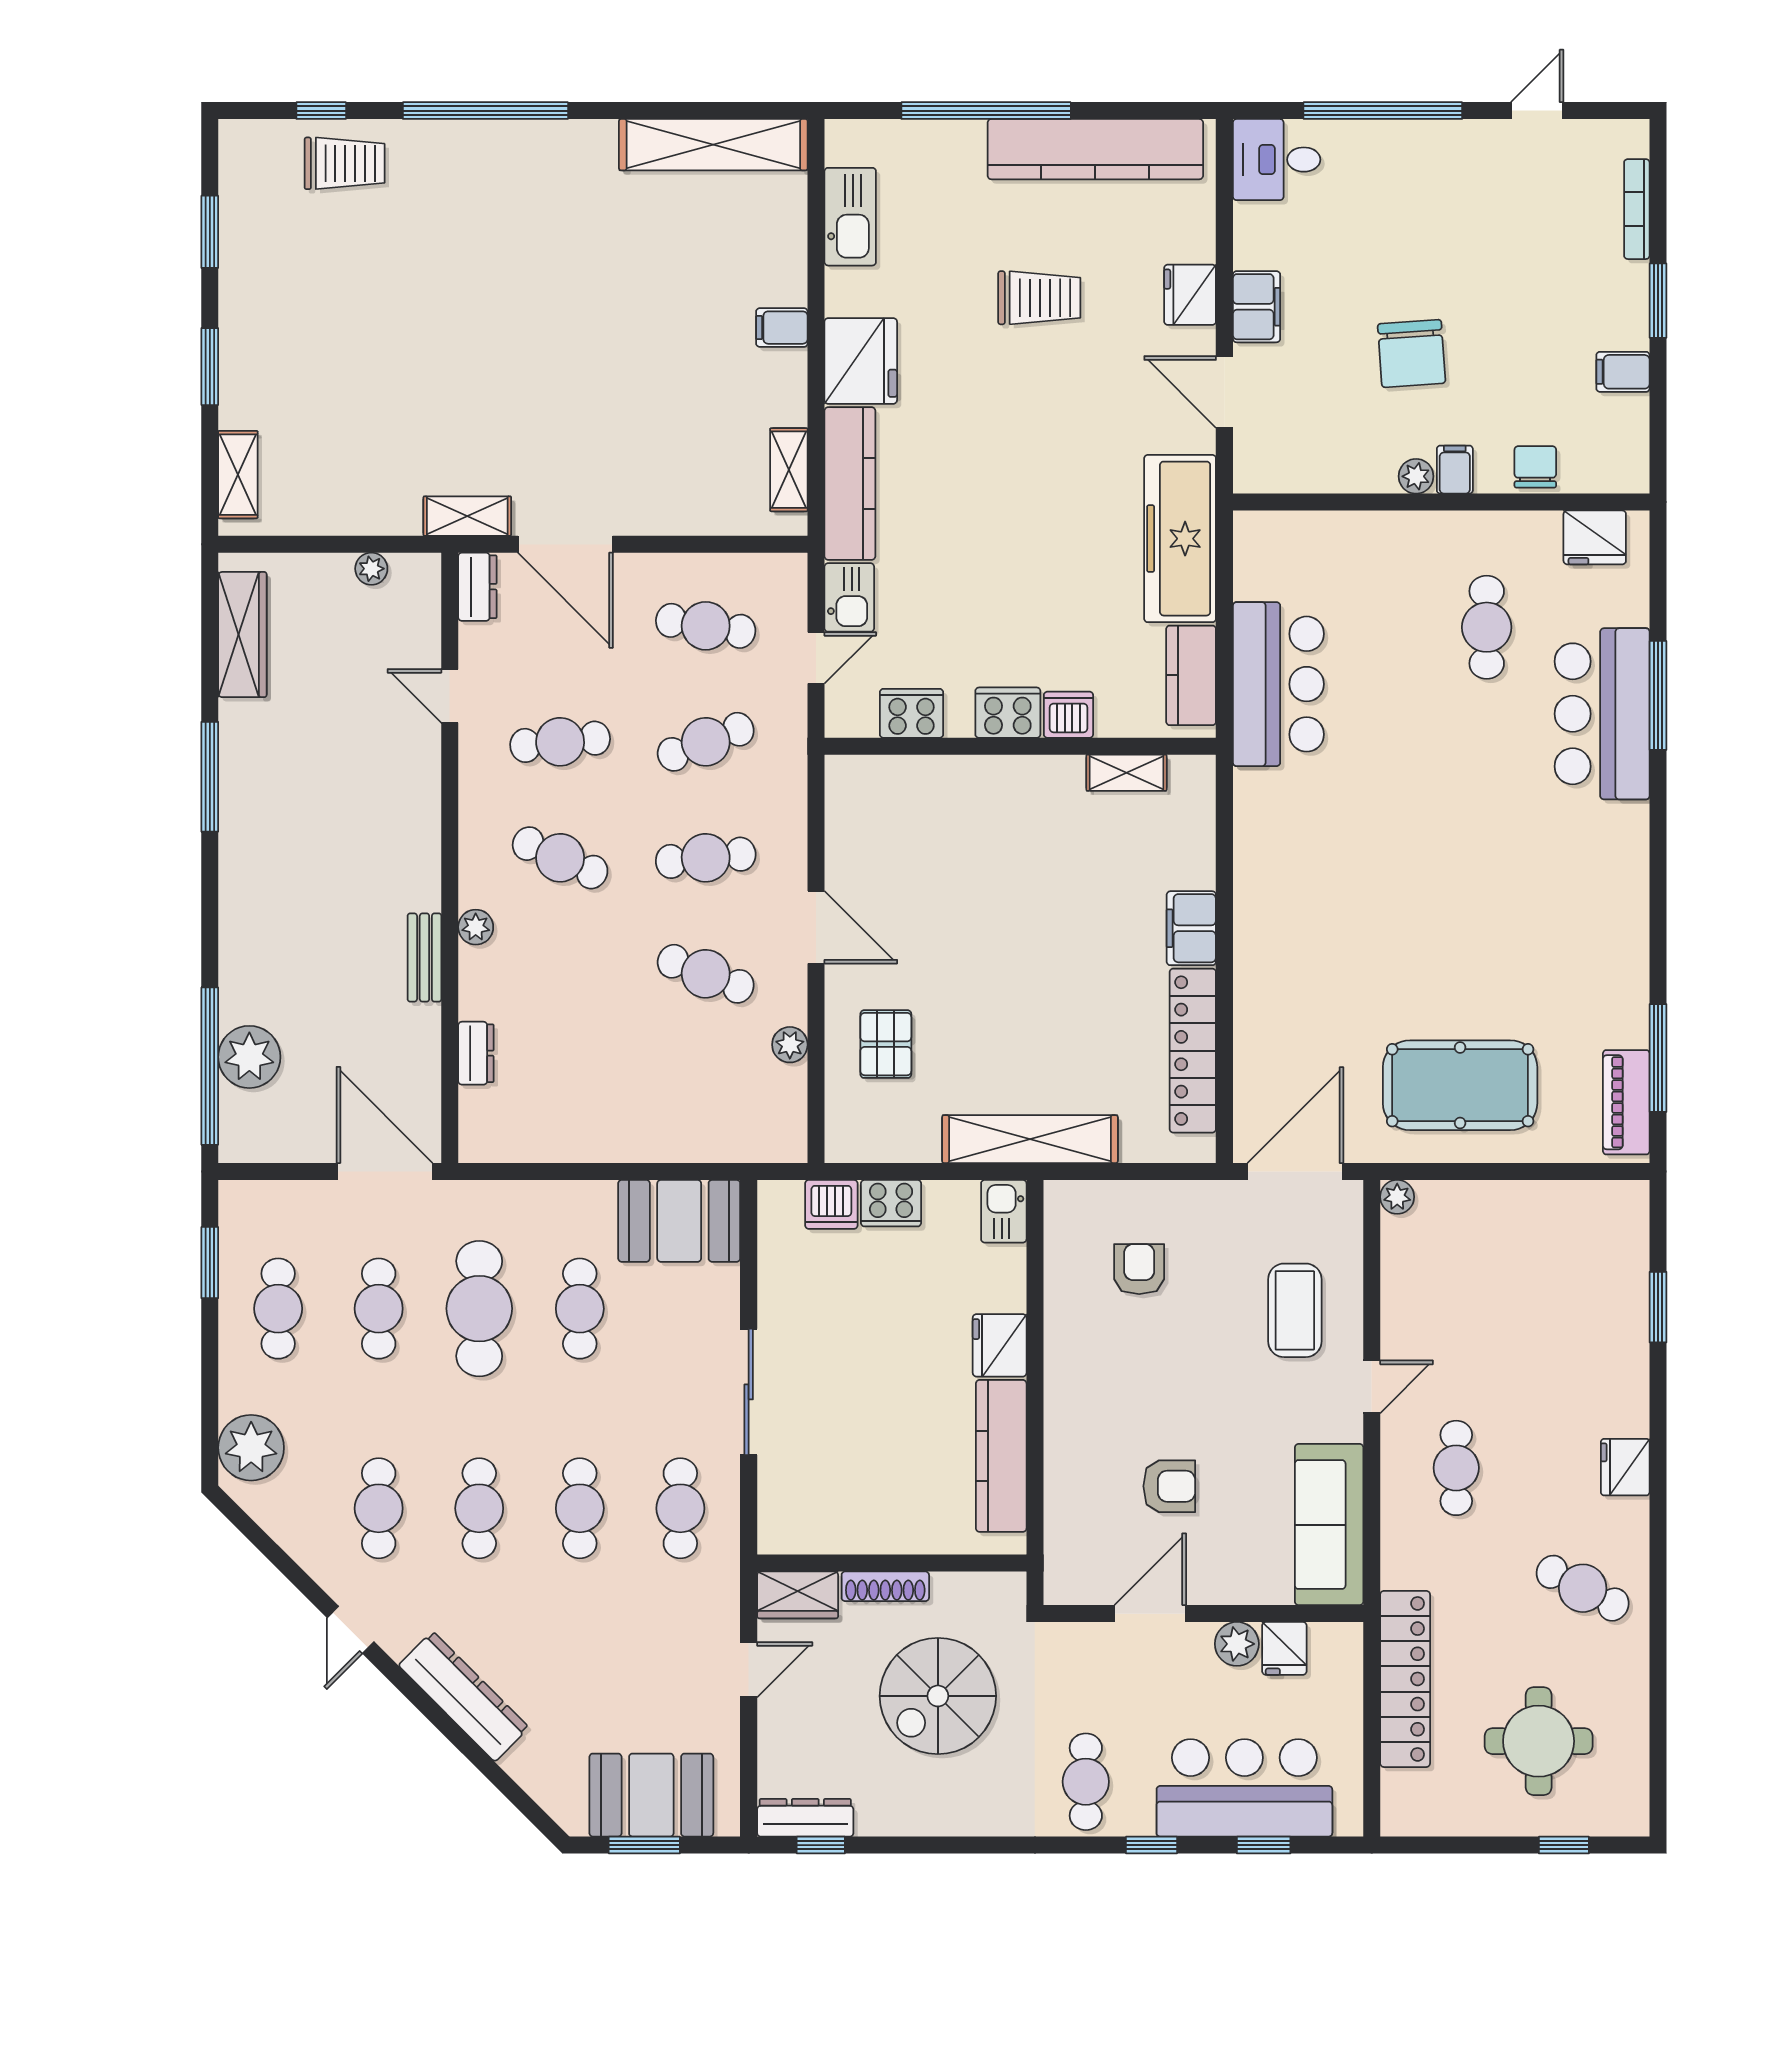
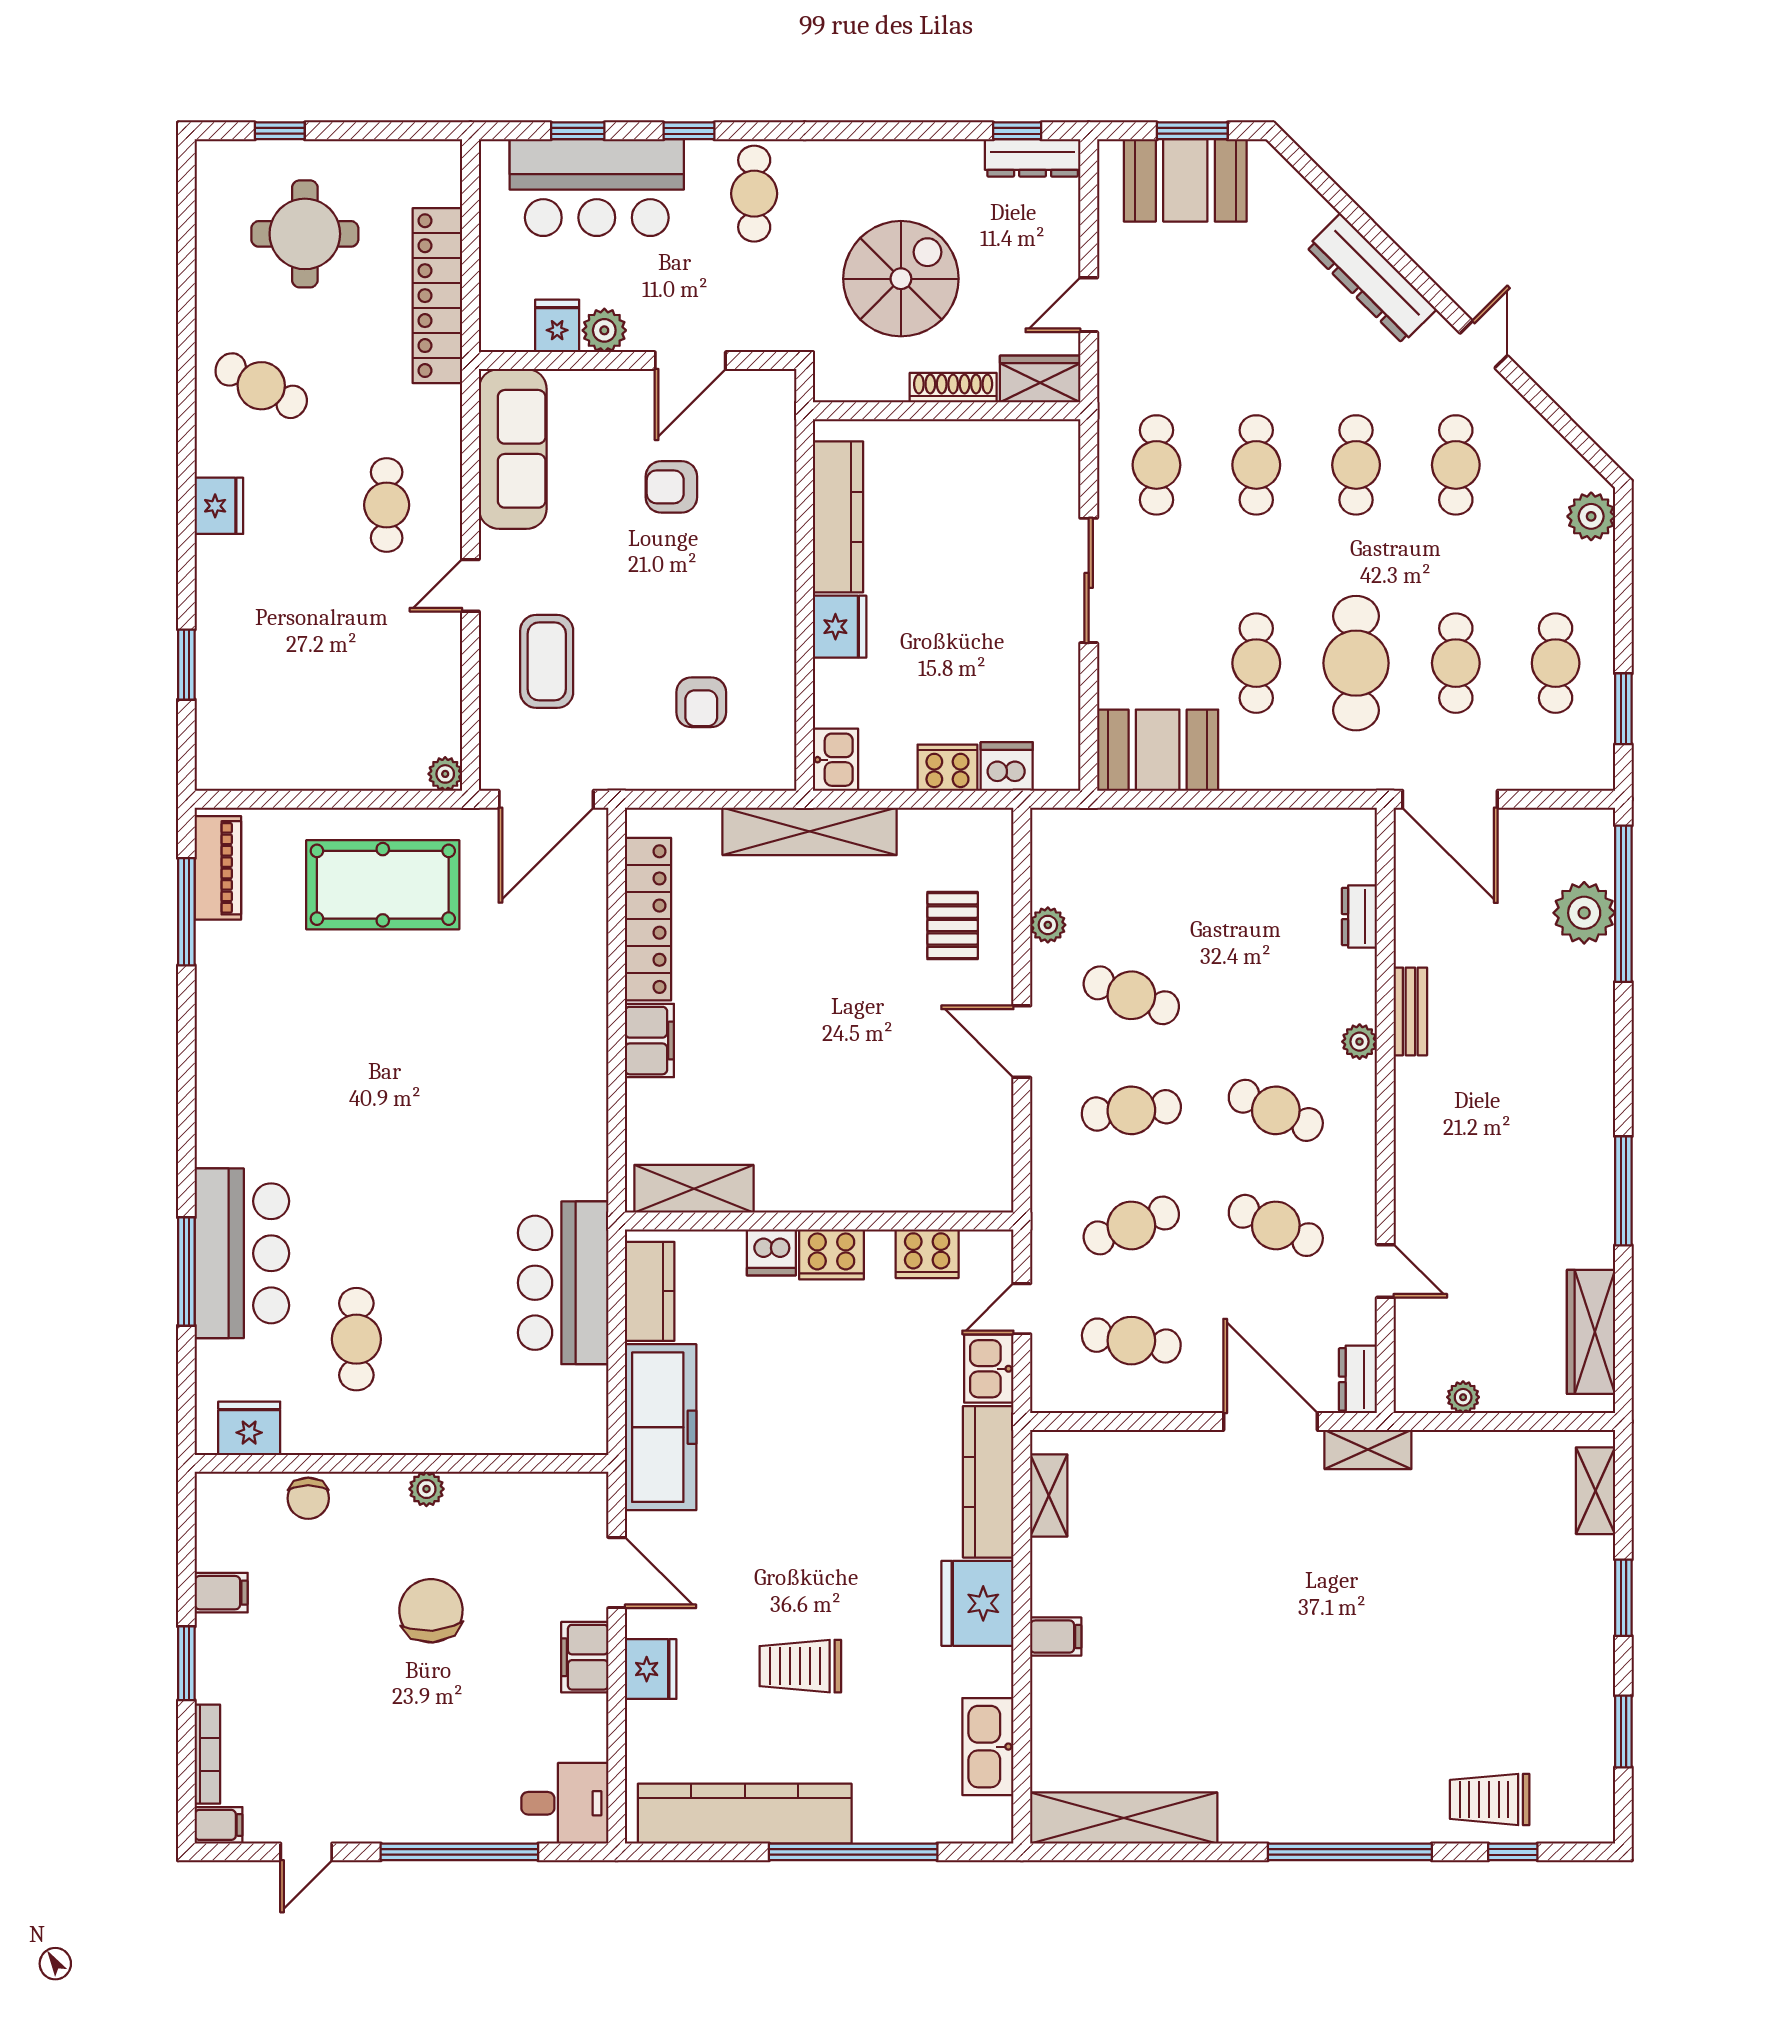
filing cabinet: (1455, 470) -> (219, 1825), moved, turned -90
cafe table: (560, 742) -> (1276, 1225), turned 30
shelving: (1126, 773) -> (694, 1189), width x1.50, depth x1.33
plant: (251, 1448) -> (1591, 516), width x0.73, depth x0.73

